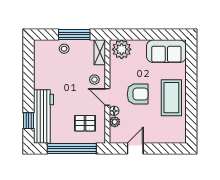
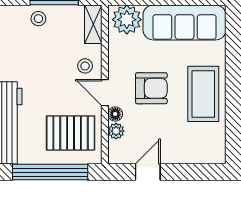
sofa: (166, 51) -> (185, 22), width x1.36
pallet: (85, 123) -> (71, 133), width x1.50, depth x1.42

